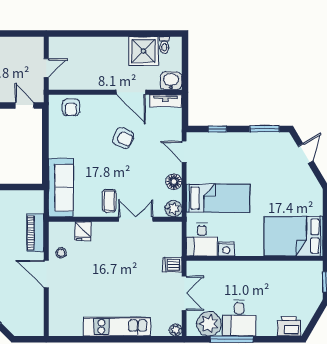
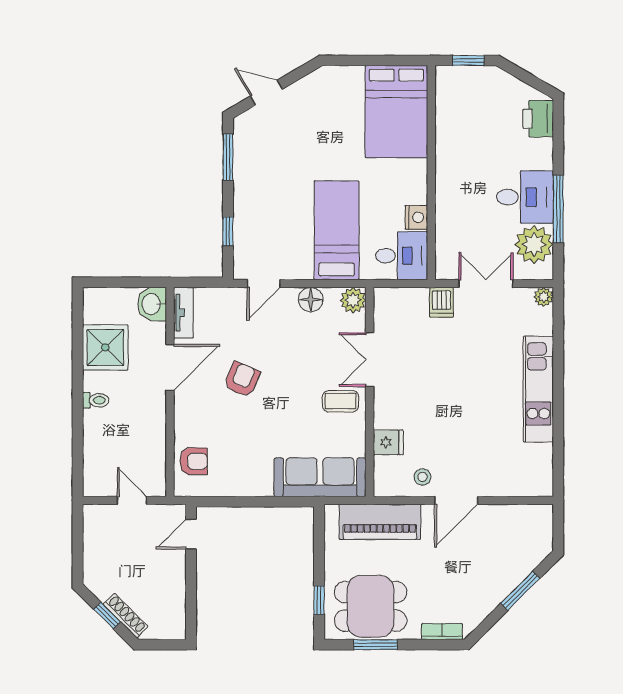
toilet: (164, 45) -> (96, 400), moved
piano: (35, 233) -> (380, 522), width x1.37, depth x1.33

